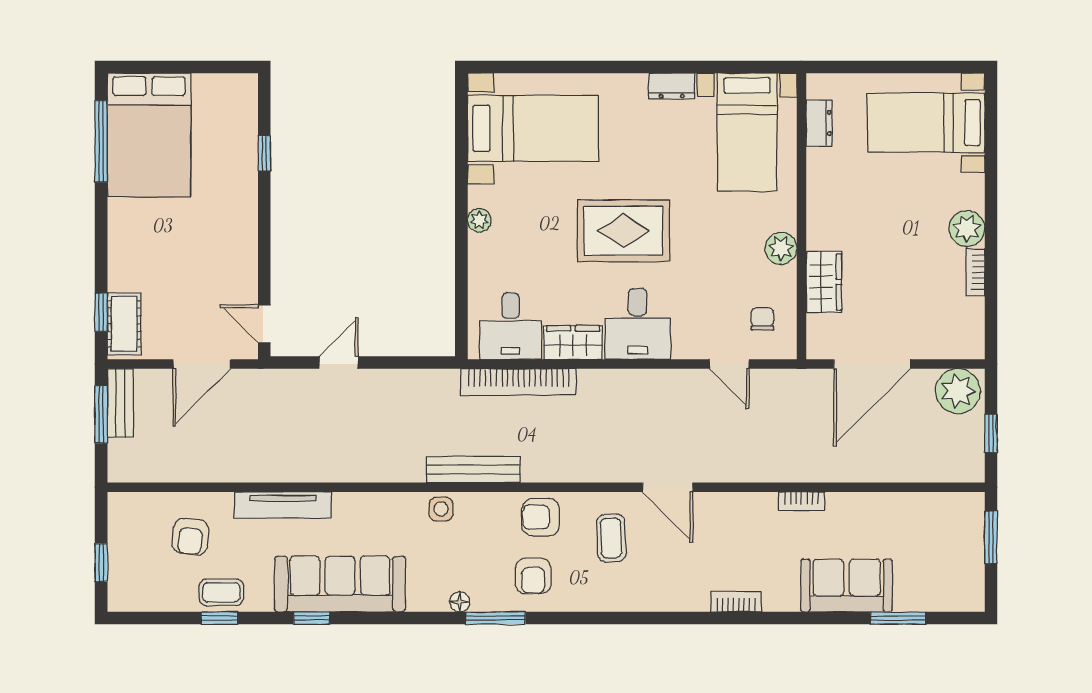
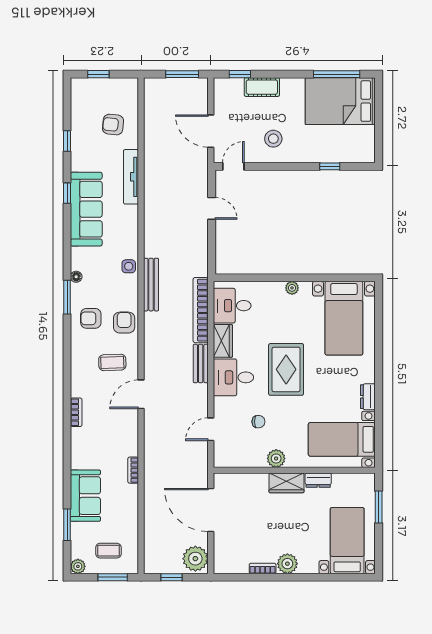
window: (867, 67) -> (379, 507), added
dresser: (819, 123) -> (318, 480), moved
stool: (215, 253) -> (273, 139), added
wardrobe: (824, 282) -> (286, 483), moved
chair: (762, 319) -> (258, 422), moved
cot: (124, 324) -> (262, 87), moved
bench: (120, 403) -> (201, 363), moved, turned 90
coffee table: (221, 592) -> (108, 551), moved, turned 90
plant: (972, 599) -> (78, 566), added
bookcase: (736, 602) -> (76, 412), moved

